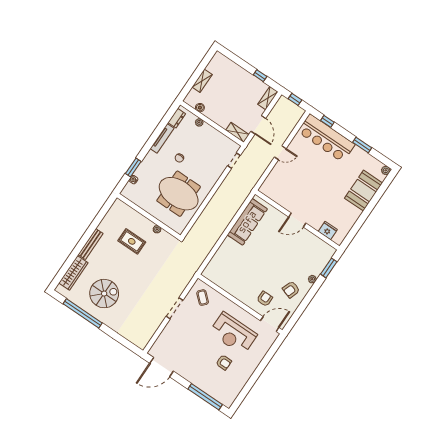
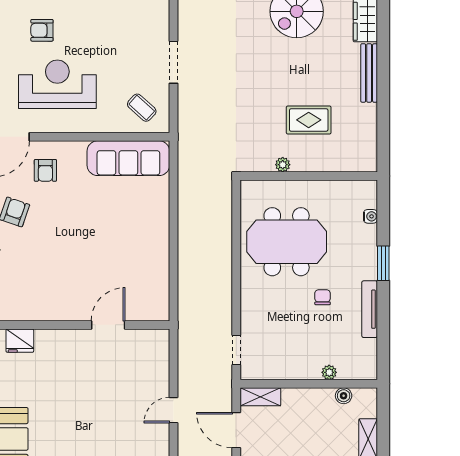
dresser: (177, 118) -> (368, 355), removed
window: (133, 167) -> (383, 263), moved
door: (297, 220) -> (108, 325), moved
sofa: (247, 222) -> (128, 158), moved, turned -90

